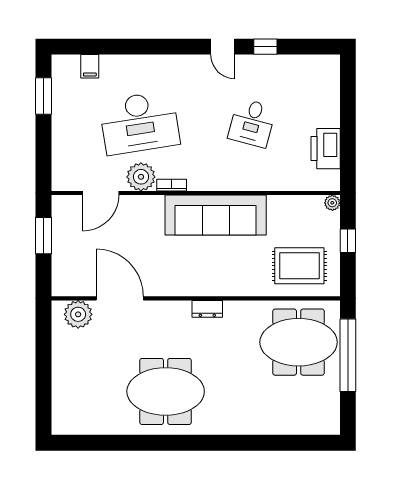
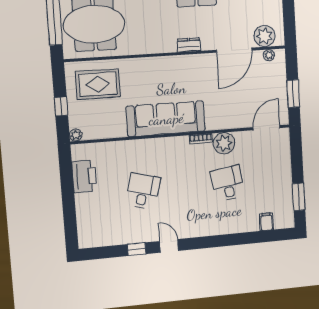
desk: (139, 123) -> (228, 183), width x0.53, depth x0.77
door: (101, 193) -> (266, 128), moved
plant: (74, 289) -> (269, 55), added
door: (120, 298) -> (234, 50), hinge flipped
dresser: (207, 309) -> (189, 45), moved

